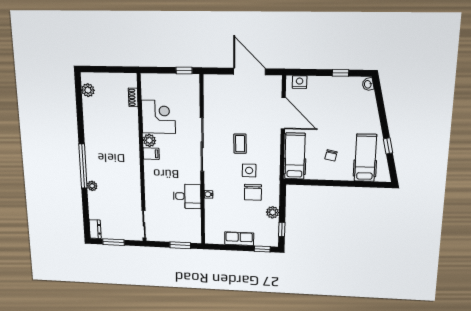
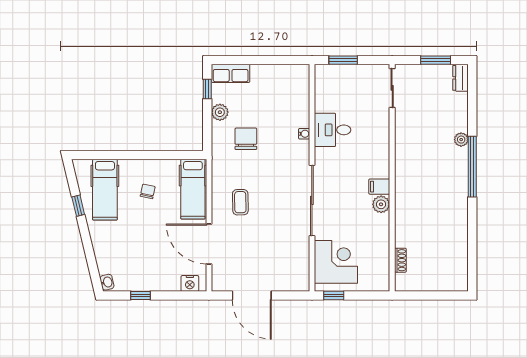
plant: (88, 90) -> (459, 268), removed
corner desk: (158, 117) -> (336, 262), moved, turned 180
coffee table: (240, 144) -> (240, 202), moved
side table: (249, 170) -> (251, 168), removed
row of seats: (239, 239) -> (231, 73), moved
window: (262, 249) -> (233, 60), removed

